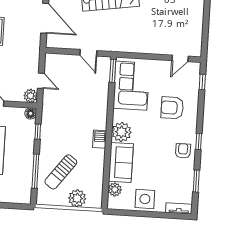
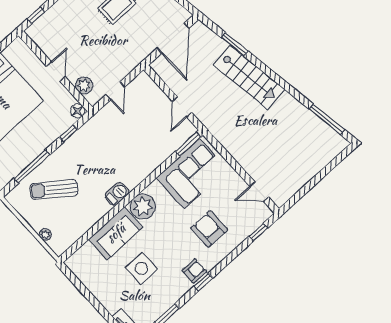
plant: (31, 96) -> (84, 85), moved
armchair: (183, 151) -> (194, 271), moved
plant: (115, 189) -> (87, 252), removed
plant: (77, 198) -> (45, 235), width x0.53, depth x0.53
side table: (145, 199) -> (141, 268), moved

